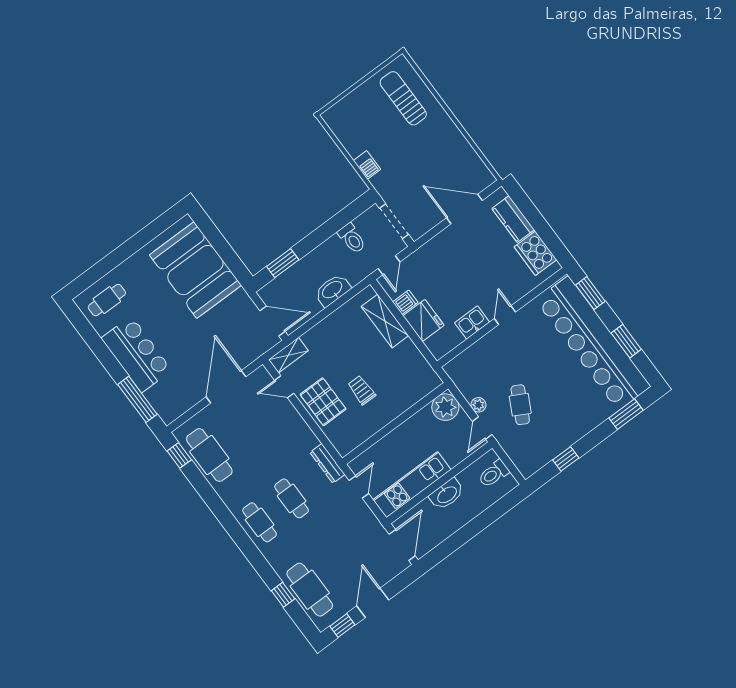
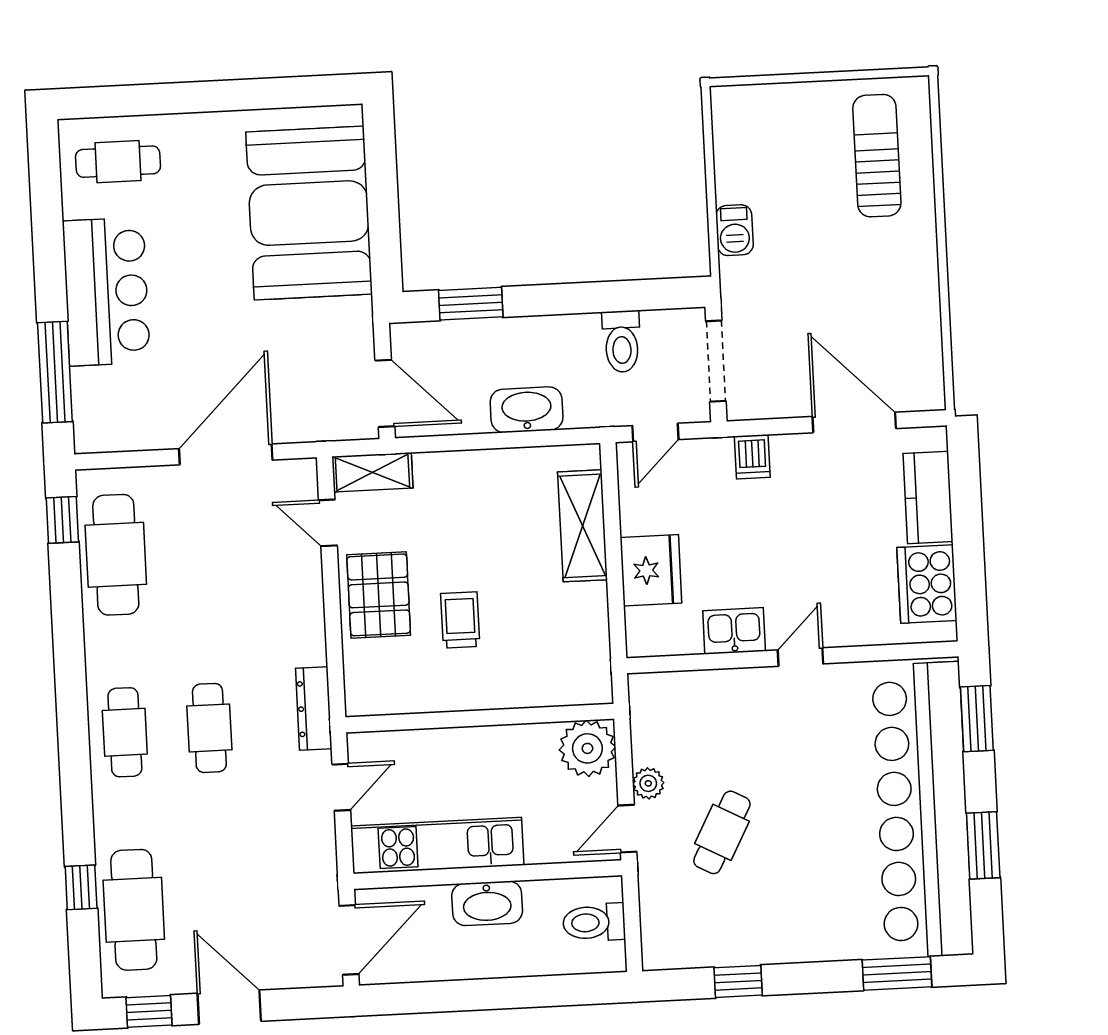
dishwasher: (405, 302) -> (752, 457), moved, turned 90
door: (373, 603) -> (229, 1007), hinge flipped

